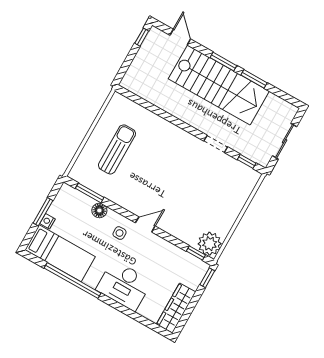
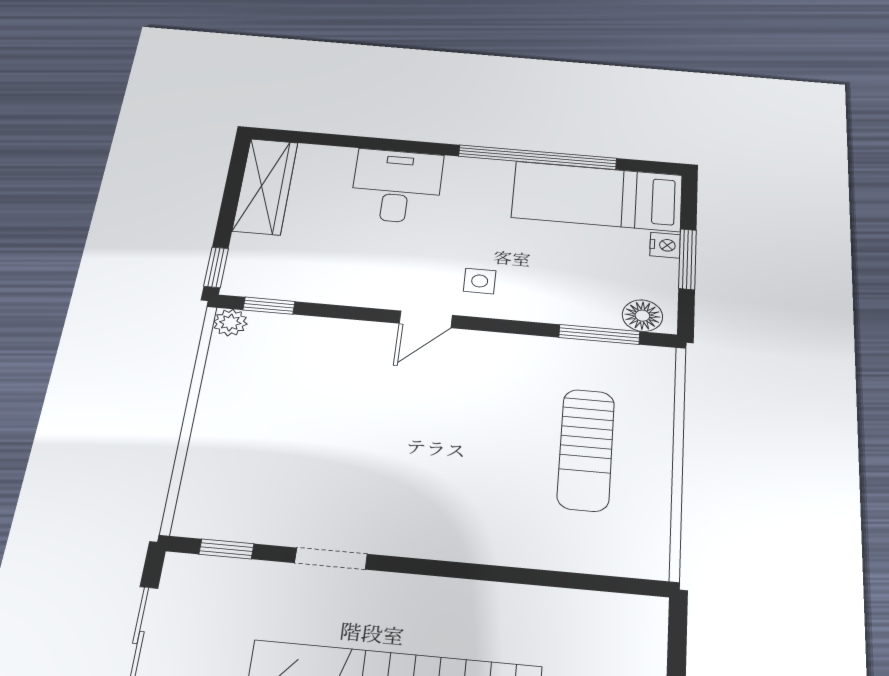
floor lamp: (99, 210) -> (642, 316), moved
plant: (210, 244) -> (230, 323), width x0.53, depth x0.53
desk: (124, 285) -> (397, 186), width x0.73

